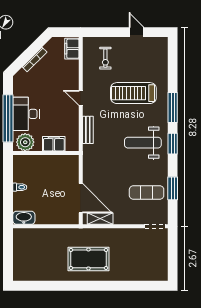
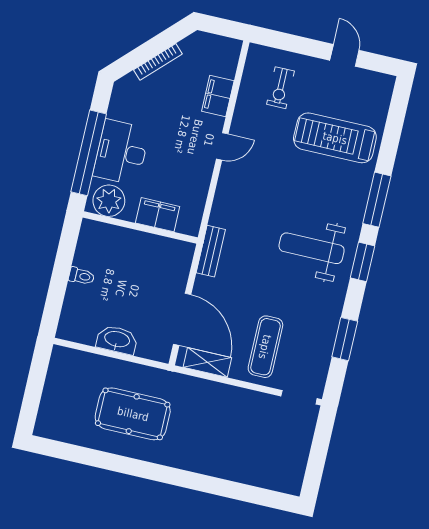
filing cabinet: (72, 49) -> (218, 96), moved
treadmill: (133, 93) -> (335, 138), moved
door: (81, 98) -> (222, 146), swing flipped
bench: (88, 130) -> (211, 251), moved
exercise mat: (147, 193) -> (265, 347), moved, turned 90
washbasin: (24, 218) -> (117, 340), moved
pool table: (88, 259) -> (133, 414), moved

